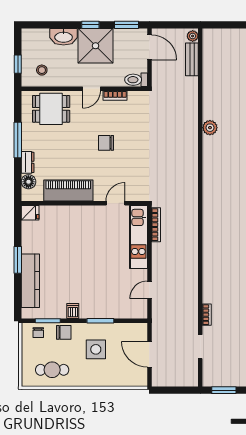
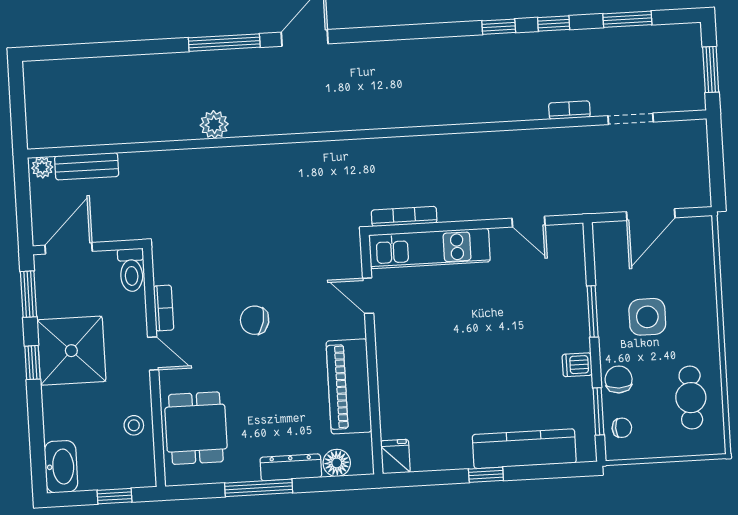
washbasin: (64, 37) -> (61, 467), moved
stool: (42, 70) -> (134, 425), moved
chair: (106, 143) -> (255, 320), turned 103
dresser: (28, 162) -> (291, 467), width x1.44
window: (18, 260) -> (486, 475), width x0.67

